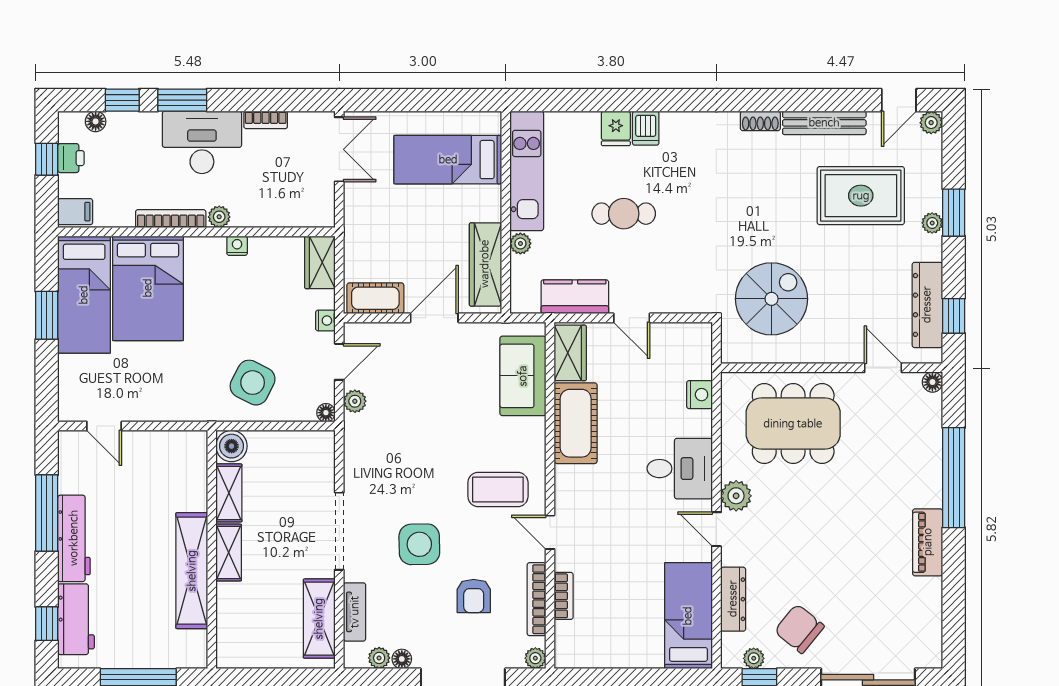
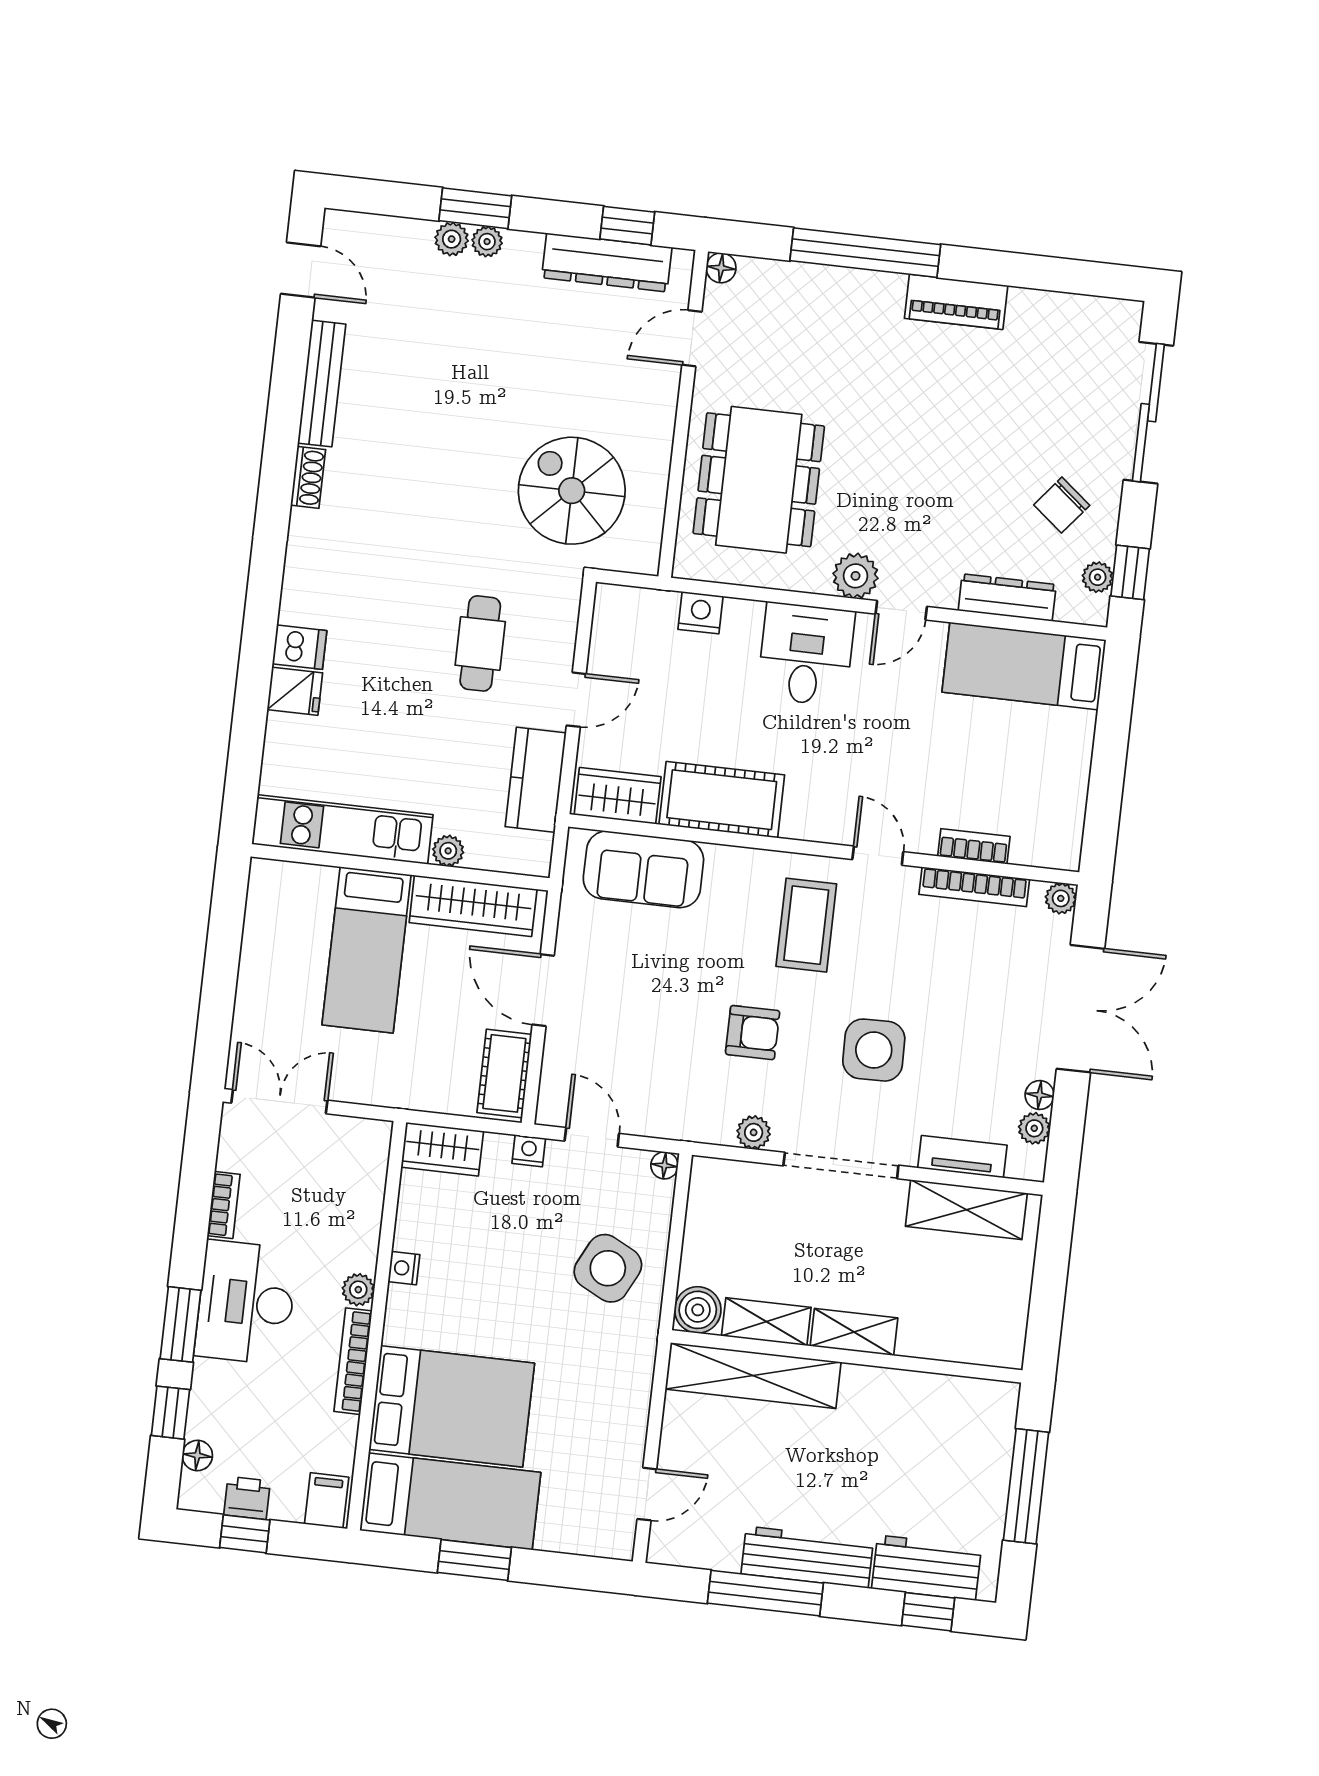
plant: (931, 123) -> (452, 239), moved
bed: (448, 160) -> (367, 950), moved
rug: (861, 196) -> (435, 342), removed
cafe table: (624, 214) -> (480, 643), moved
plant: (355, 401) -> (754, 1132), moved
door: (550, 532) -> (878, 856), swing flipped
shelving: (192, 571) -> (753, 1376), moved
armchair: (474, 596) -> (753, 1033), moved
chair: (799, 629) -> (1062, 505), width x0.73, depth x0.73

